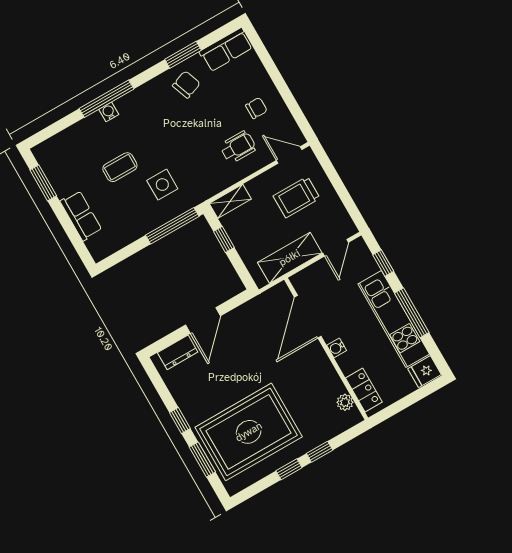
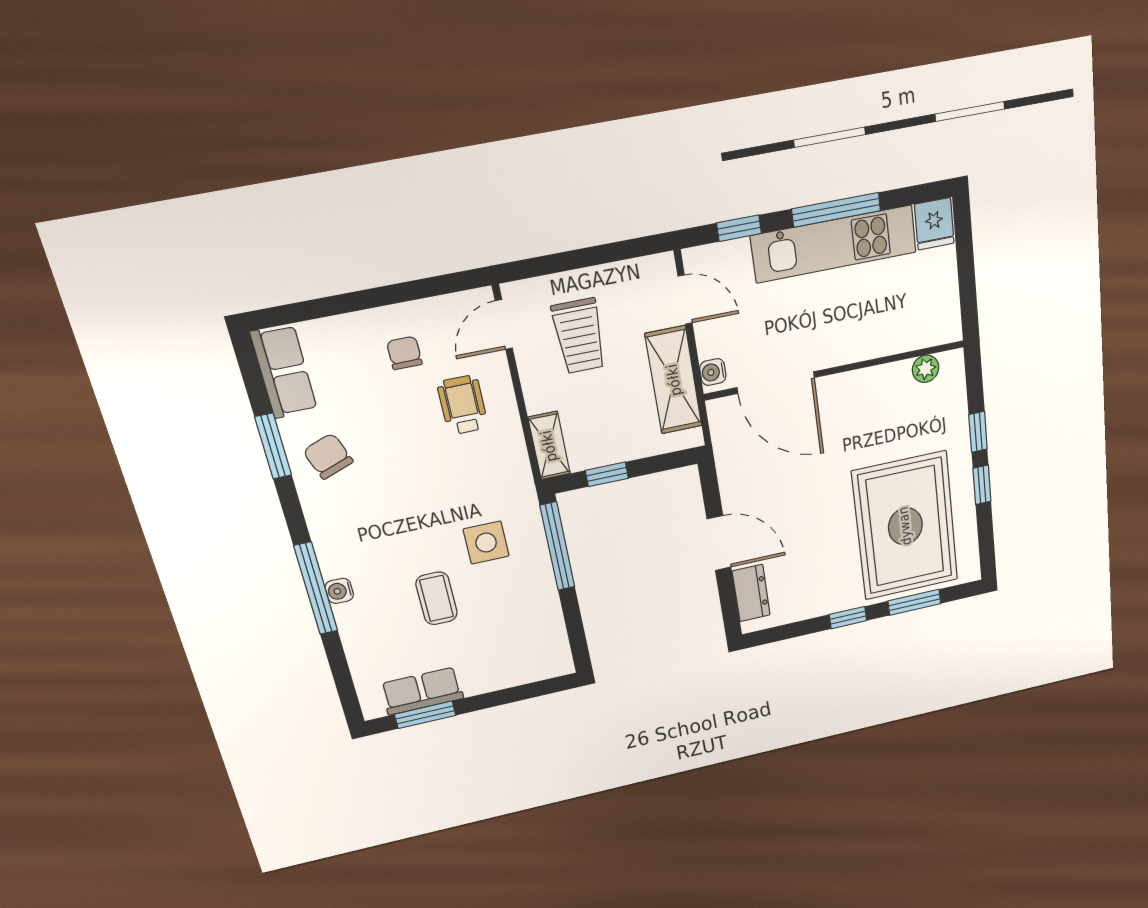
row of seats: (81, 216) -> (422, 691), moved
water cooler: (337, 348) -> (713, 372), moved, turned 90
locker: (364, 390) -> (920, 333), removed

